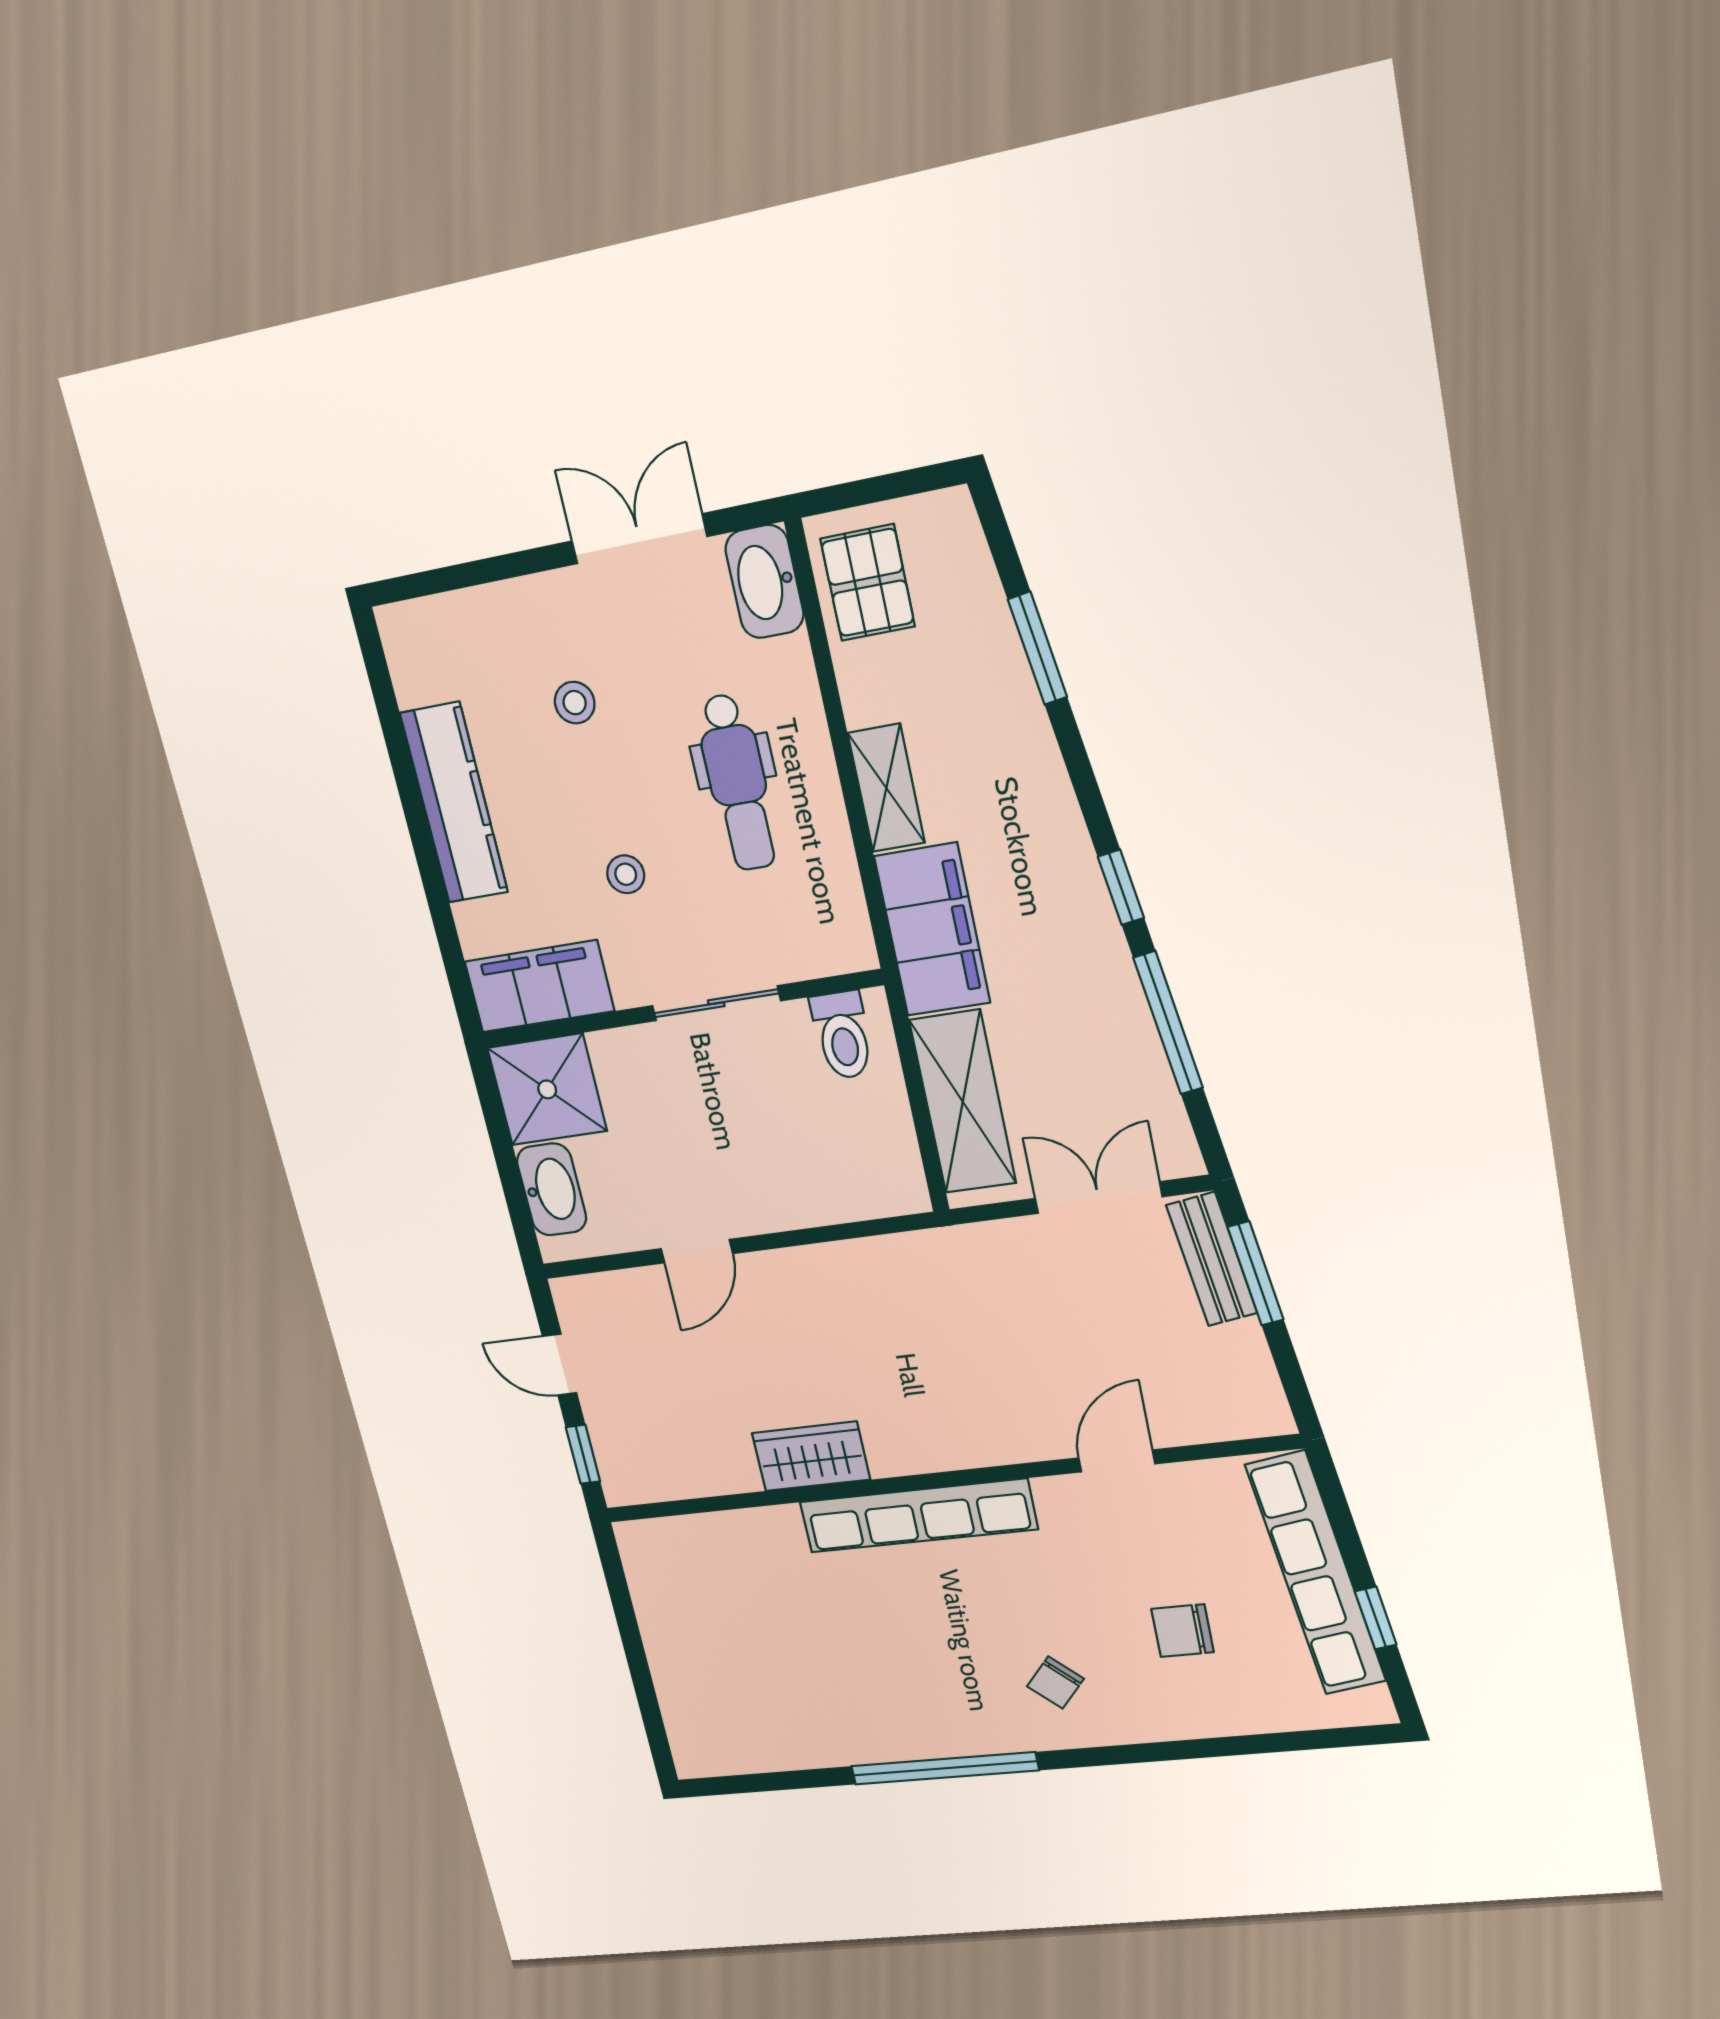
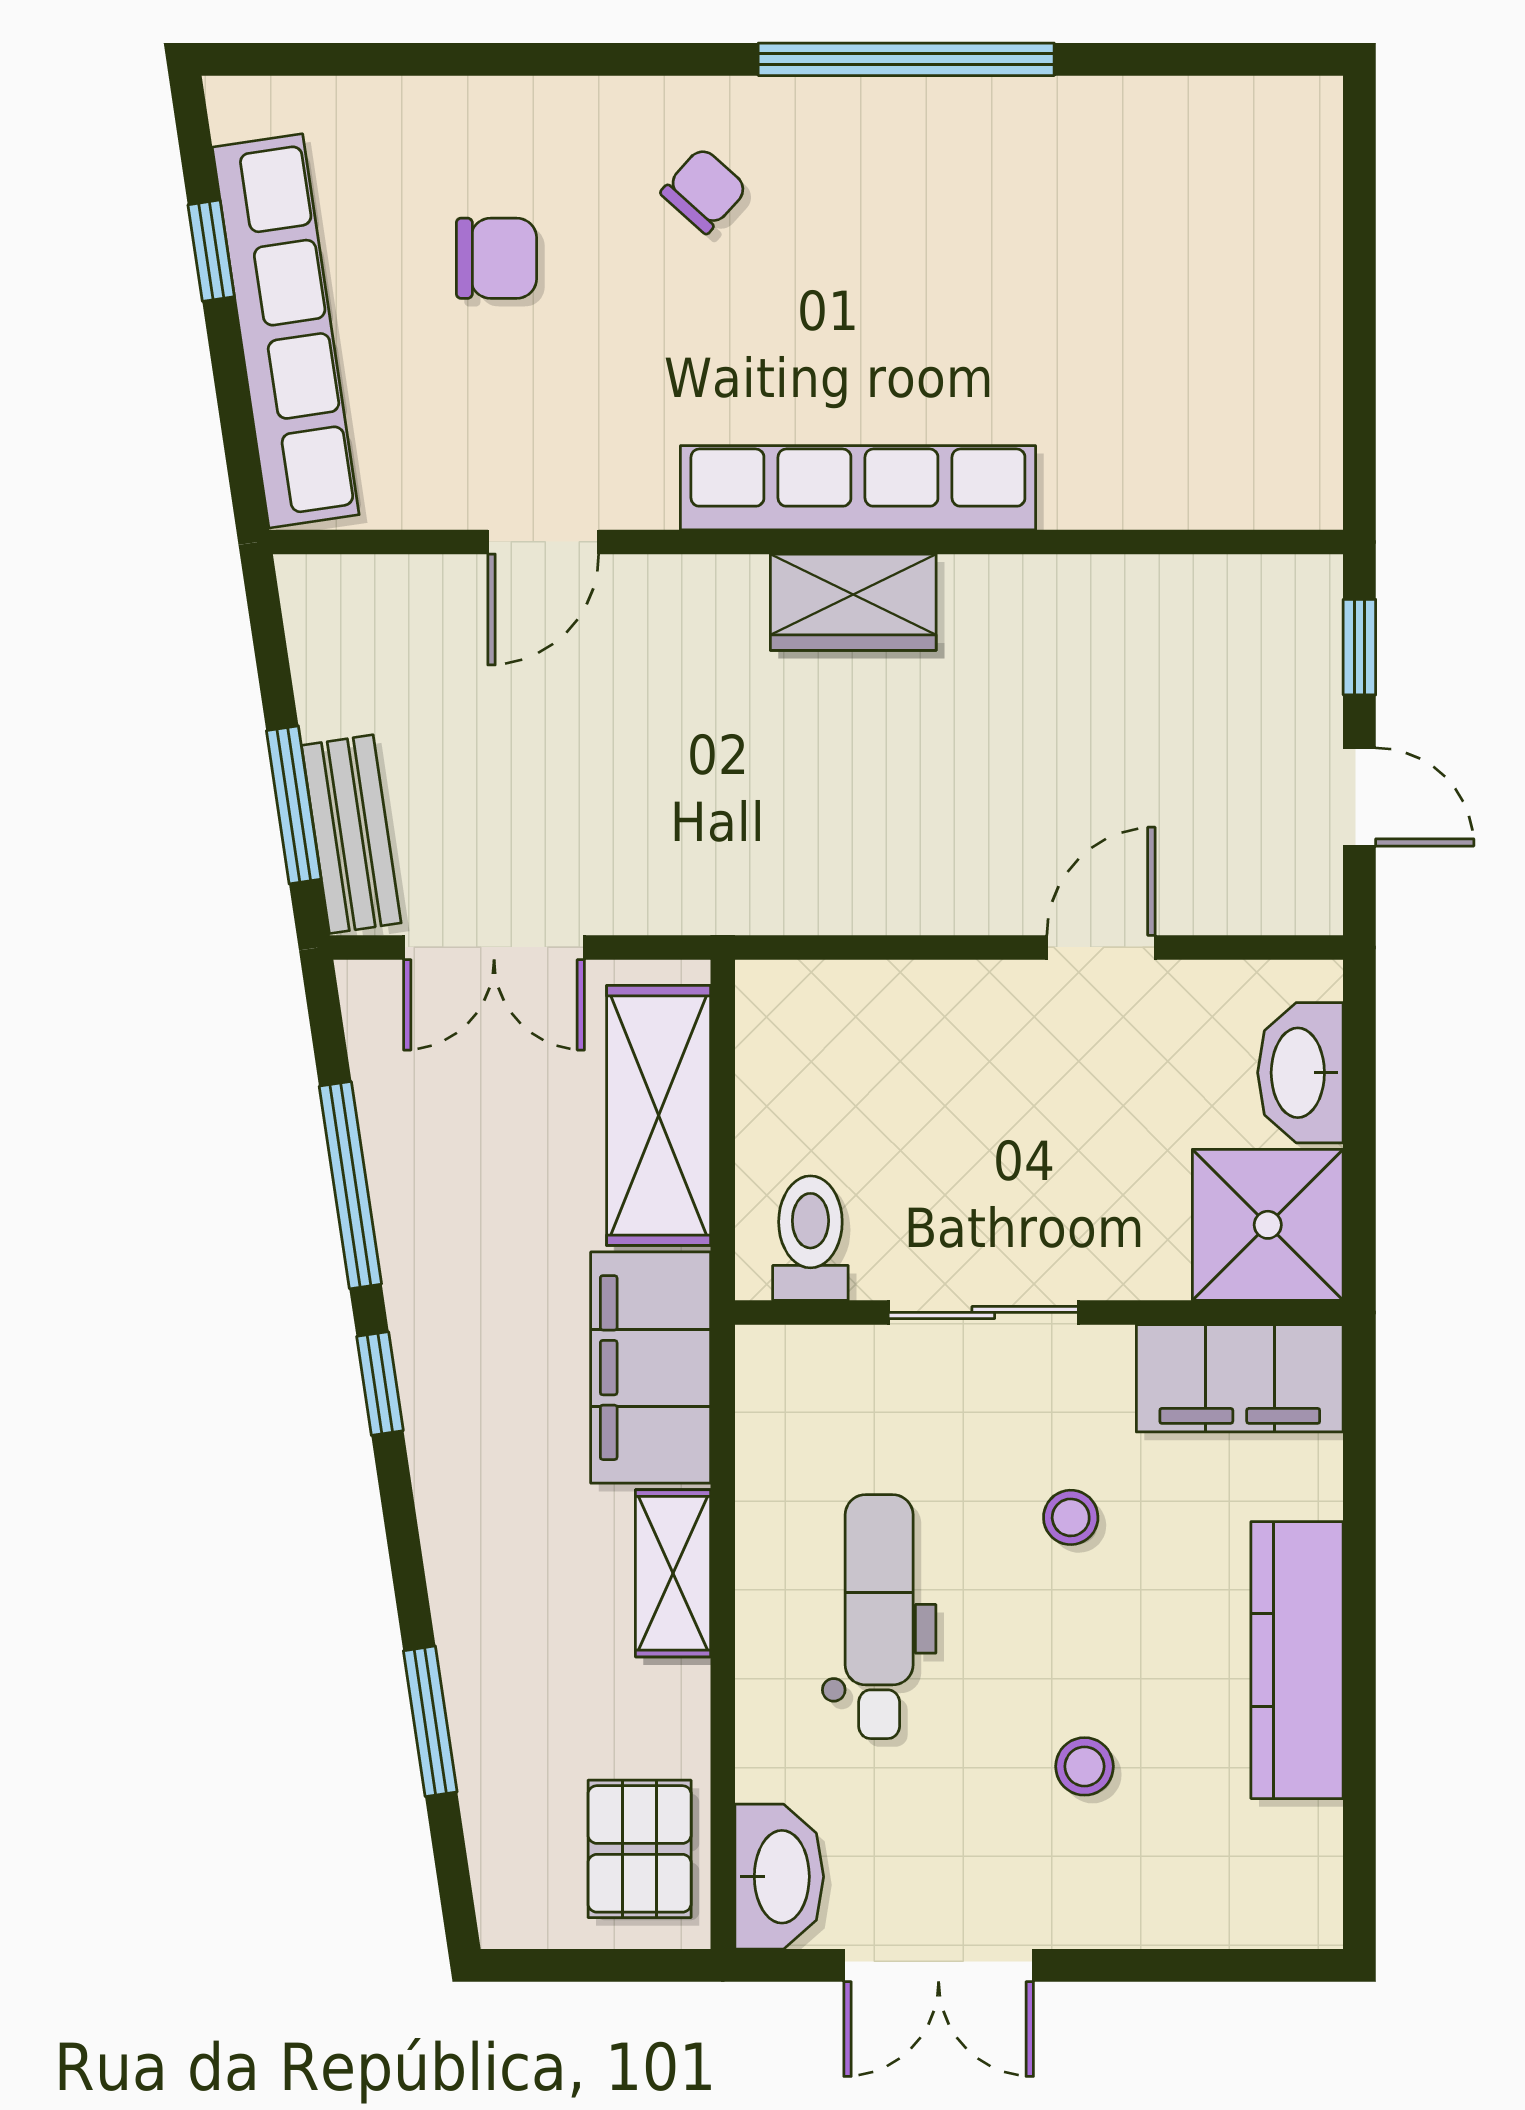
wardrobe: (811, 1456) -> (853, 602), moved

